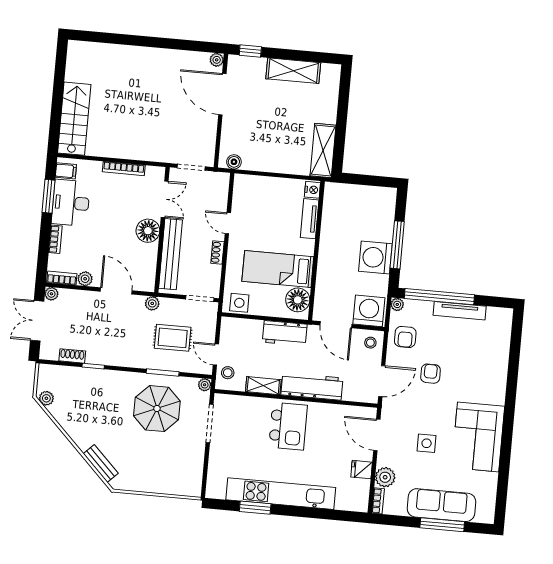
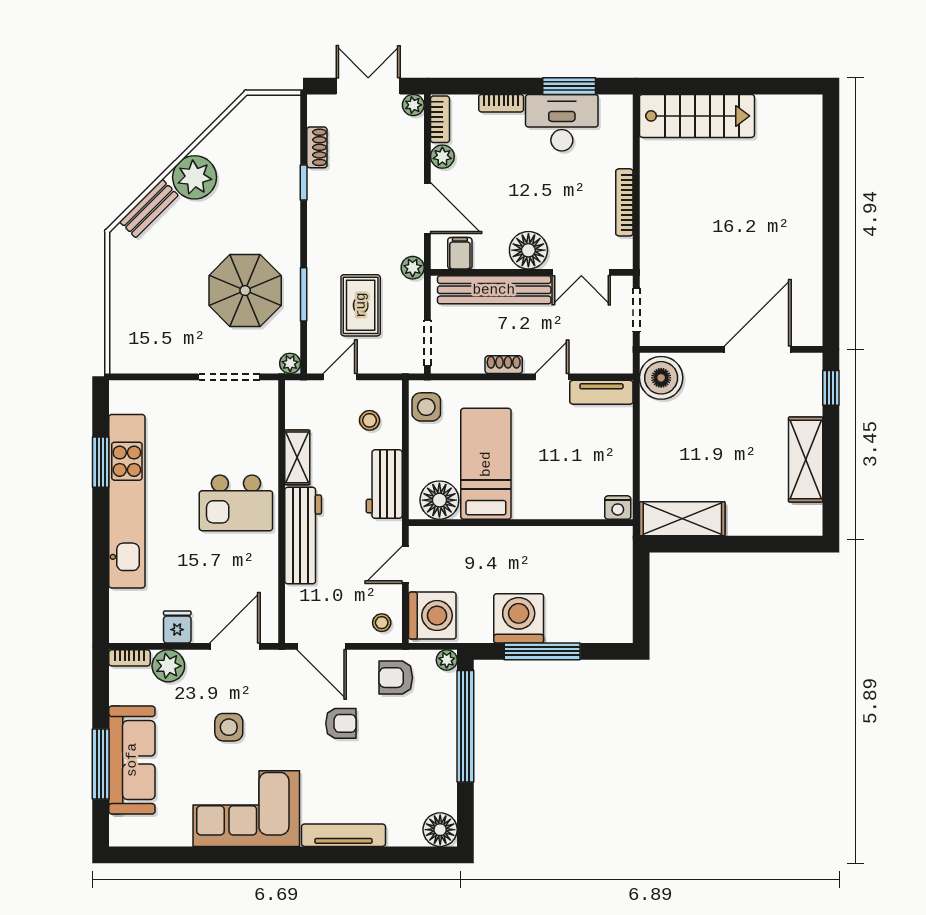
plant: (217, 60) -> (812, 335), removed
boiler: (234, 162) -> (661, 378), width x1.86, depth x1.86
filing cabinet: (66, 171) -> (460, 253), moved, turned 180
tv unit: (310, 219) -> (601, 392), moved, turned 180
door: (116, 291) -> (427, 208), hinge flipped
tv unit: (460, 311) -> (343, 835), moved, turned 90
floor lamp: (502, 318) -> (440, 830), added
door: (336, 325) -> (405, 565), width x0.73
stool: (228, 373) -> (370, 420), moved
plant: (46, 398) -> (195, 177), moved, width x1.88, depth x1.88

